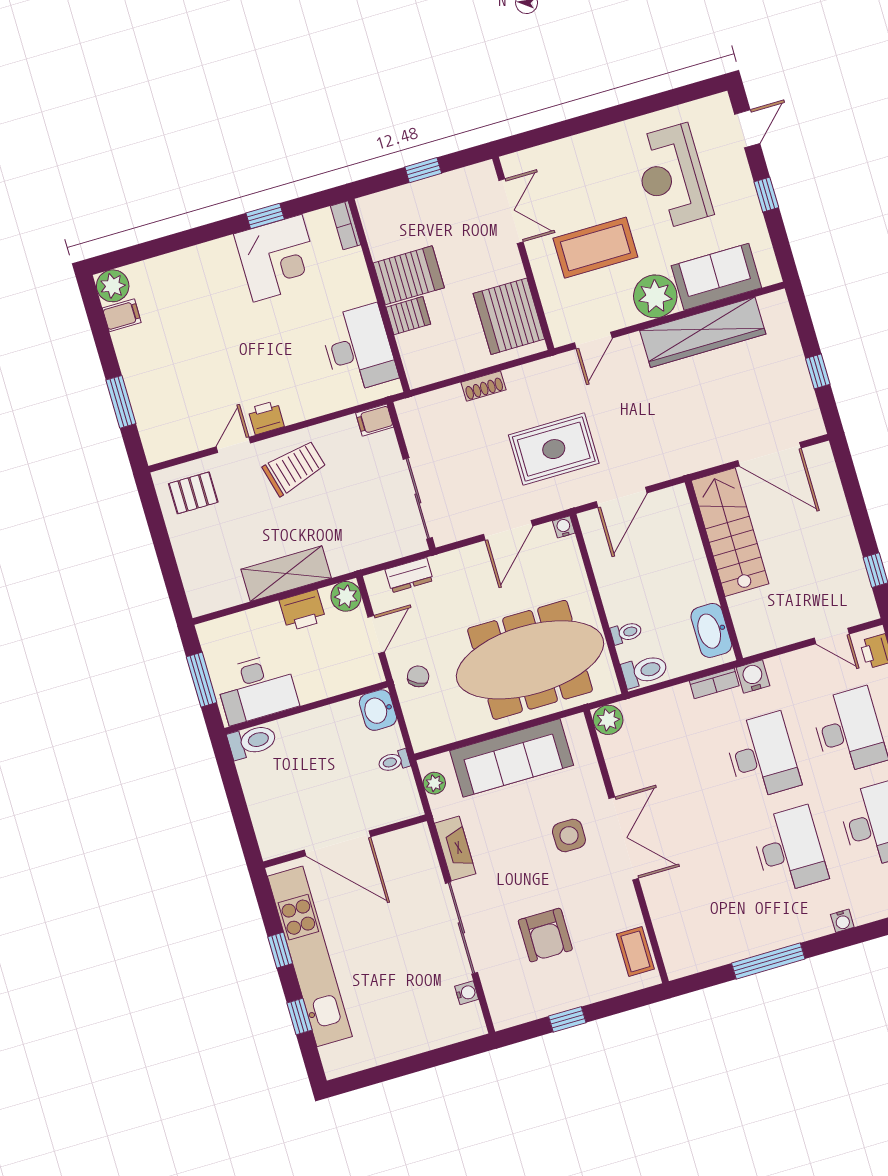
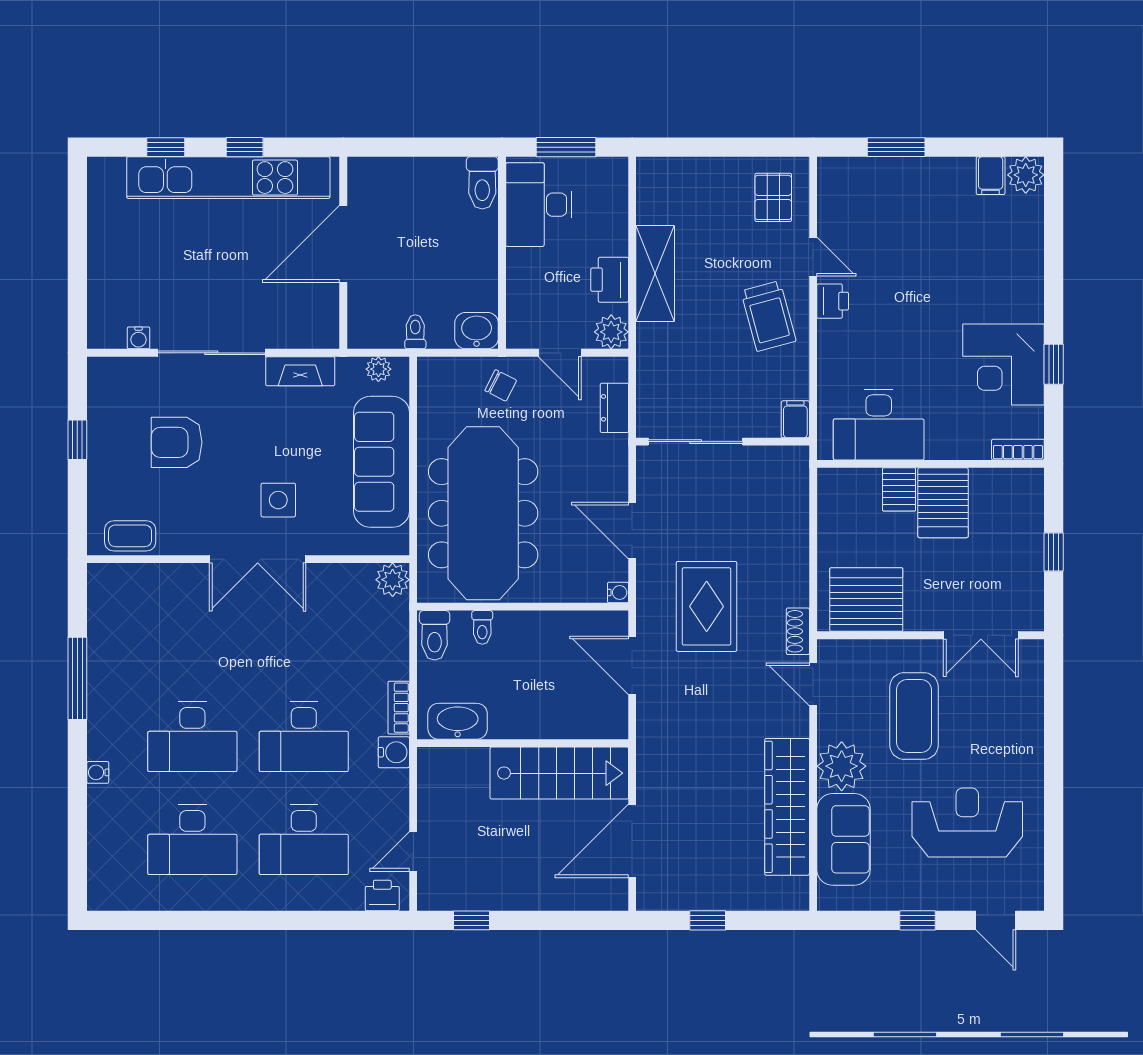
shoe rack: (484, 386) -> (798, 631), moved

